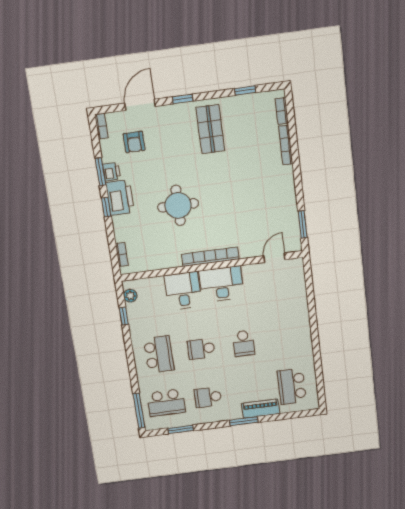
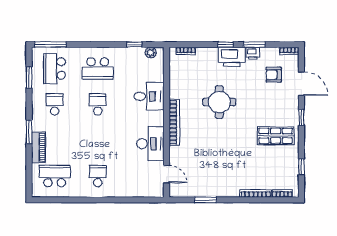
window: (303, 224) -> (206, 200), moved
desk: (222, 284) -> (150, 144), moved
school desk: (244, 343) -> (98, 176), moved, turned 90

